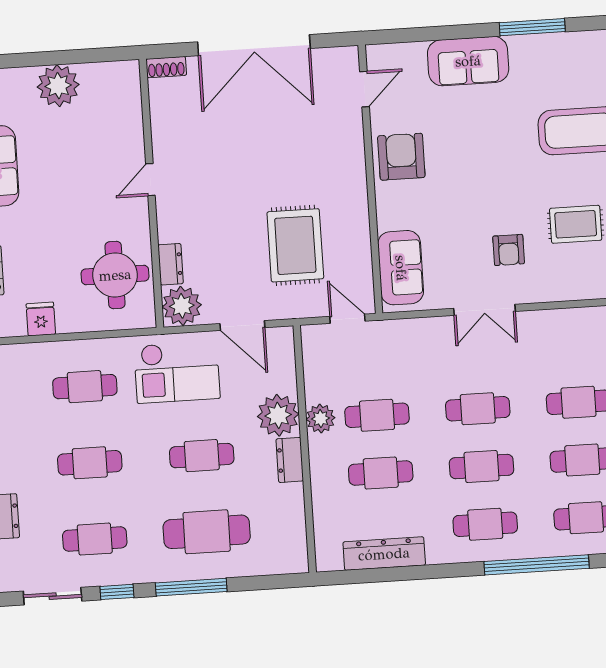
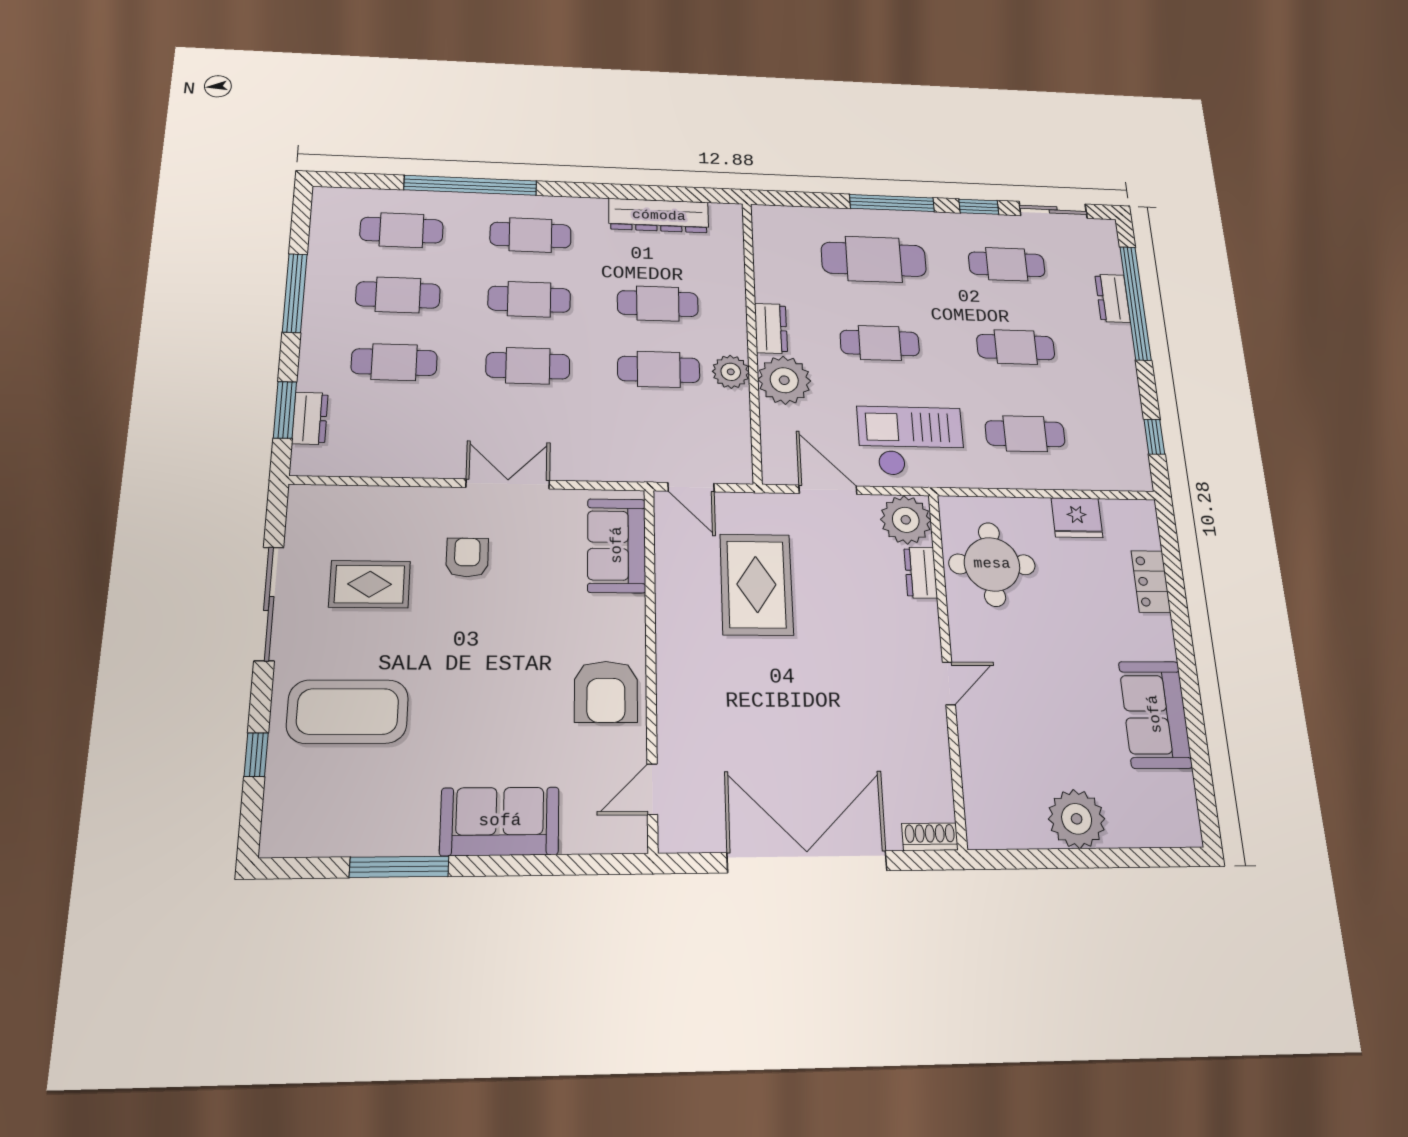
fridge: (41, 319) -> (1077, 518), width x1.38

